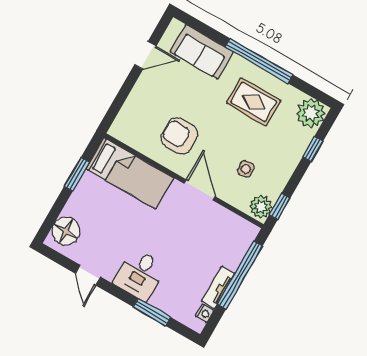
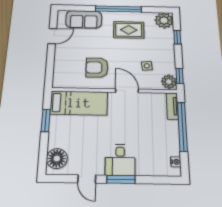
tv unit: (218, 288) -> (172, 106), moved
window: (152, 312) -> (121, 179), moved

